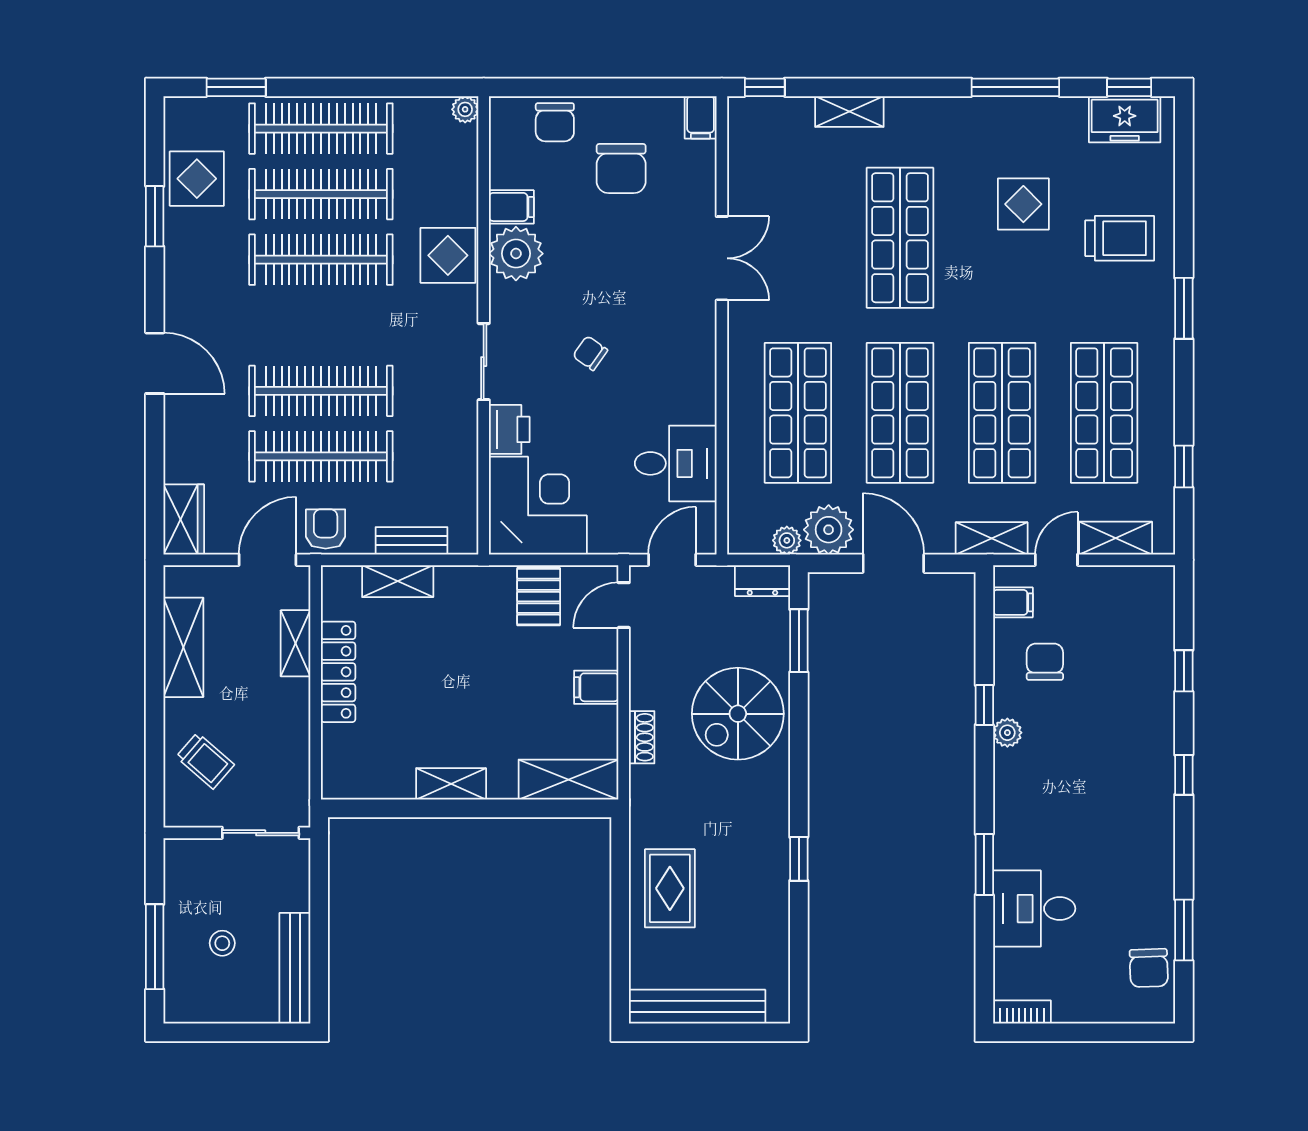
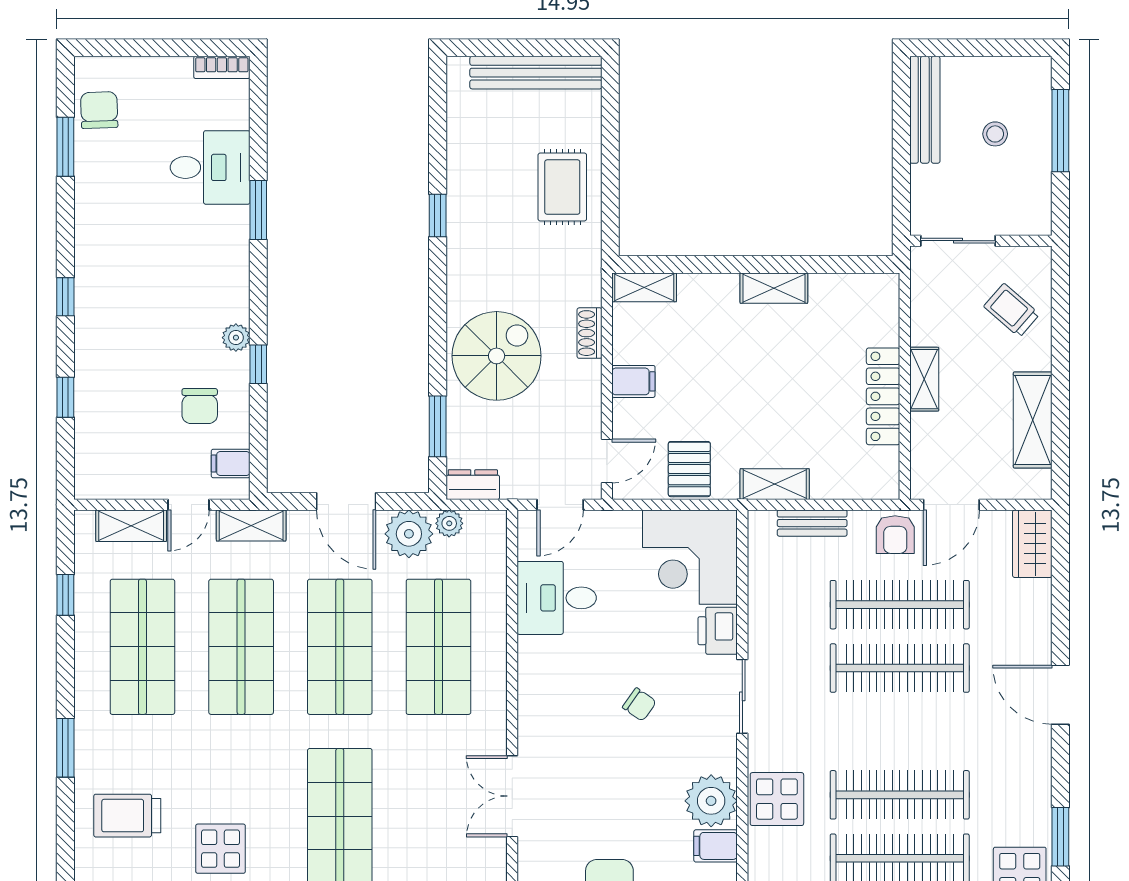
shelving: (398, 581) -> (775, 484), moved
shelving: (296, 643) -> (924, 379), moved
shelving: (569, 780) -> (644, 287), width x0.67, depth x0.75

